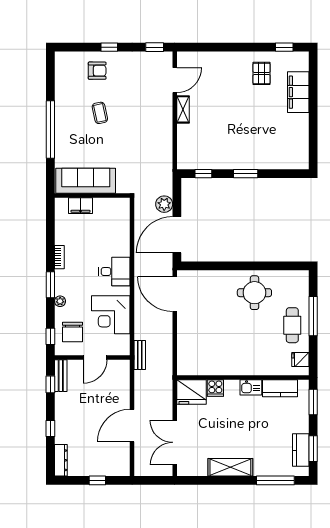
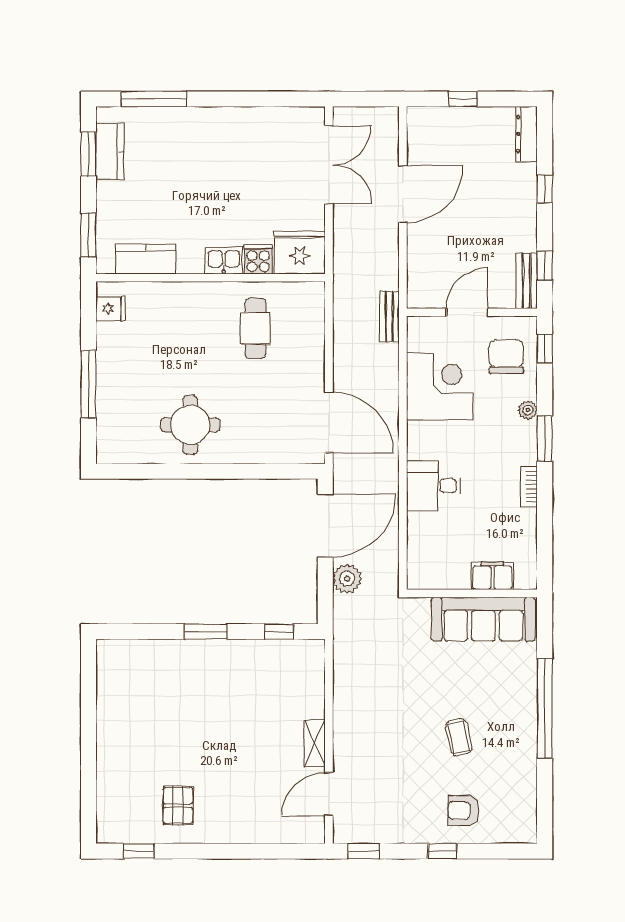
filing cabinet: (298, 92) -> (114, 773), removed
desk: (114, 272) -> (434, 486), moved
cafe table: (292, 325) -> (256, 328), moved
kitchen sink: (251, 387) -> (224, 261), moved
shelving: (230, 467) -> (232, 122), removed

